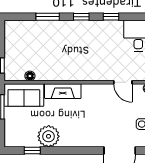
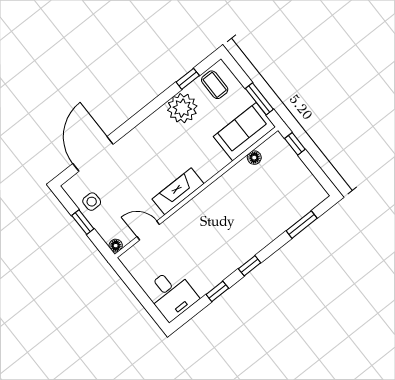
window: (48, 17) -> (302, 225), moved
fireplace: (63, 91) -> (178, 191), moved
coffee table: (20, 135) -> (215, 85), added

